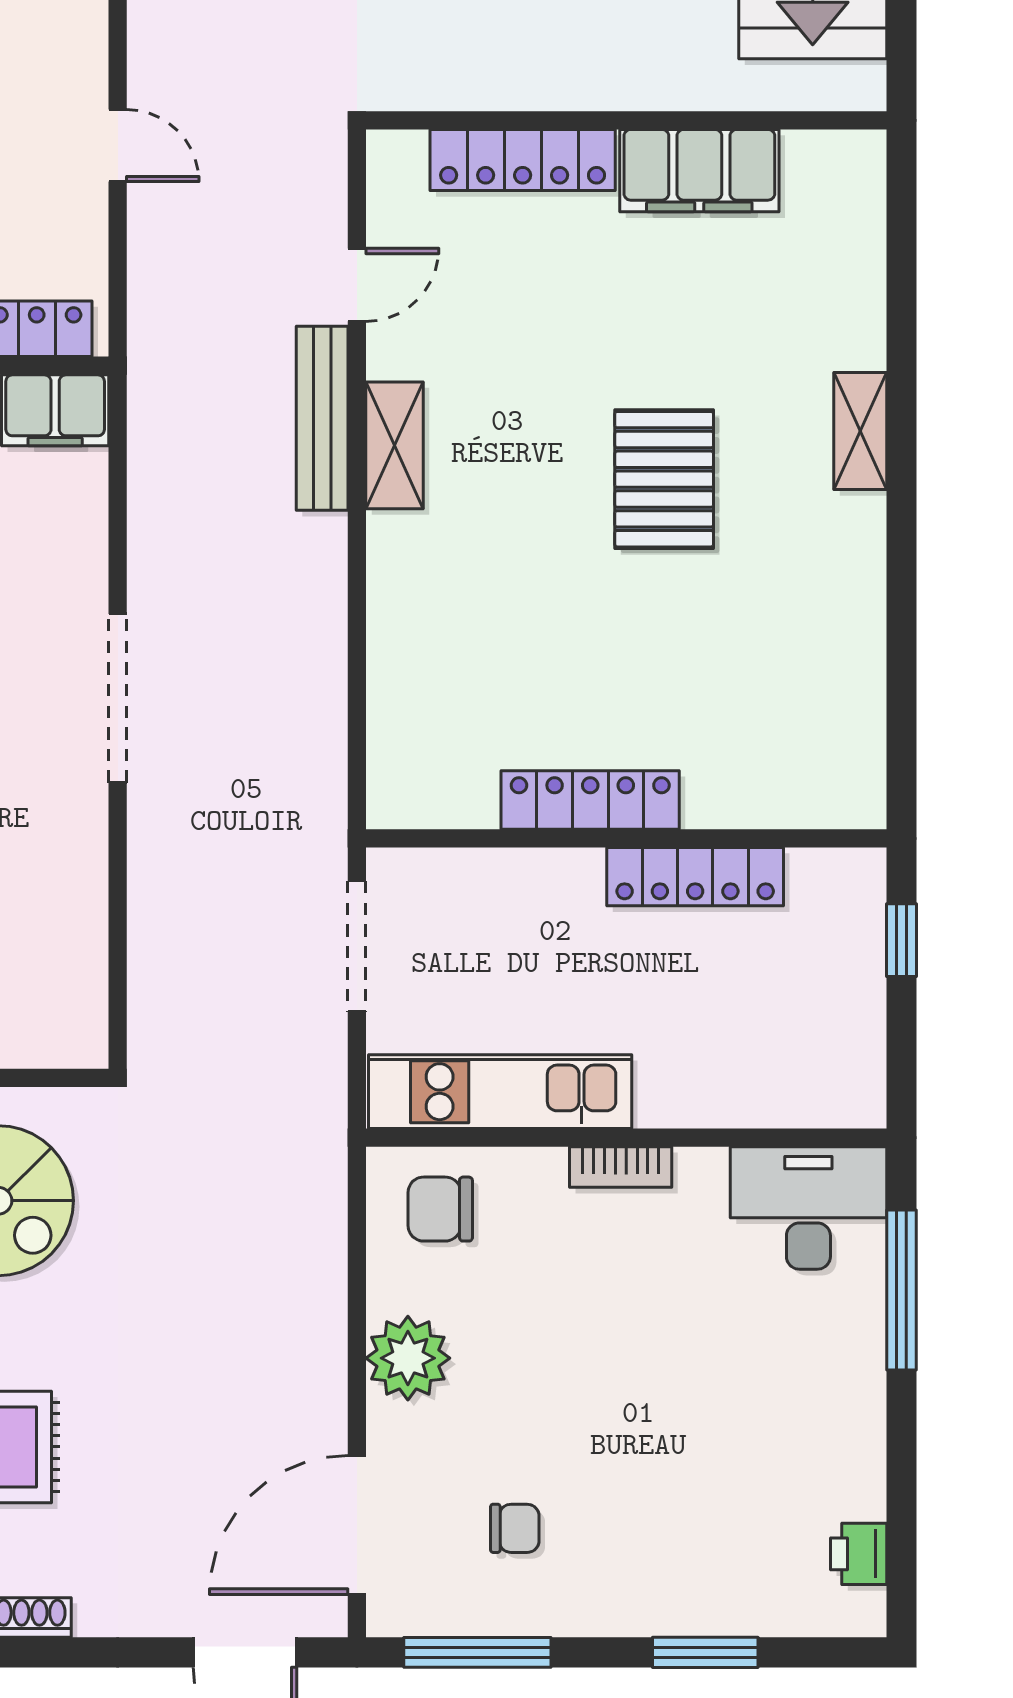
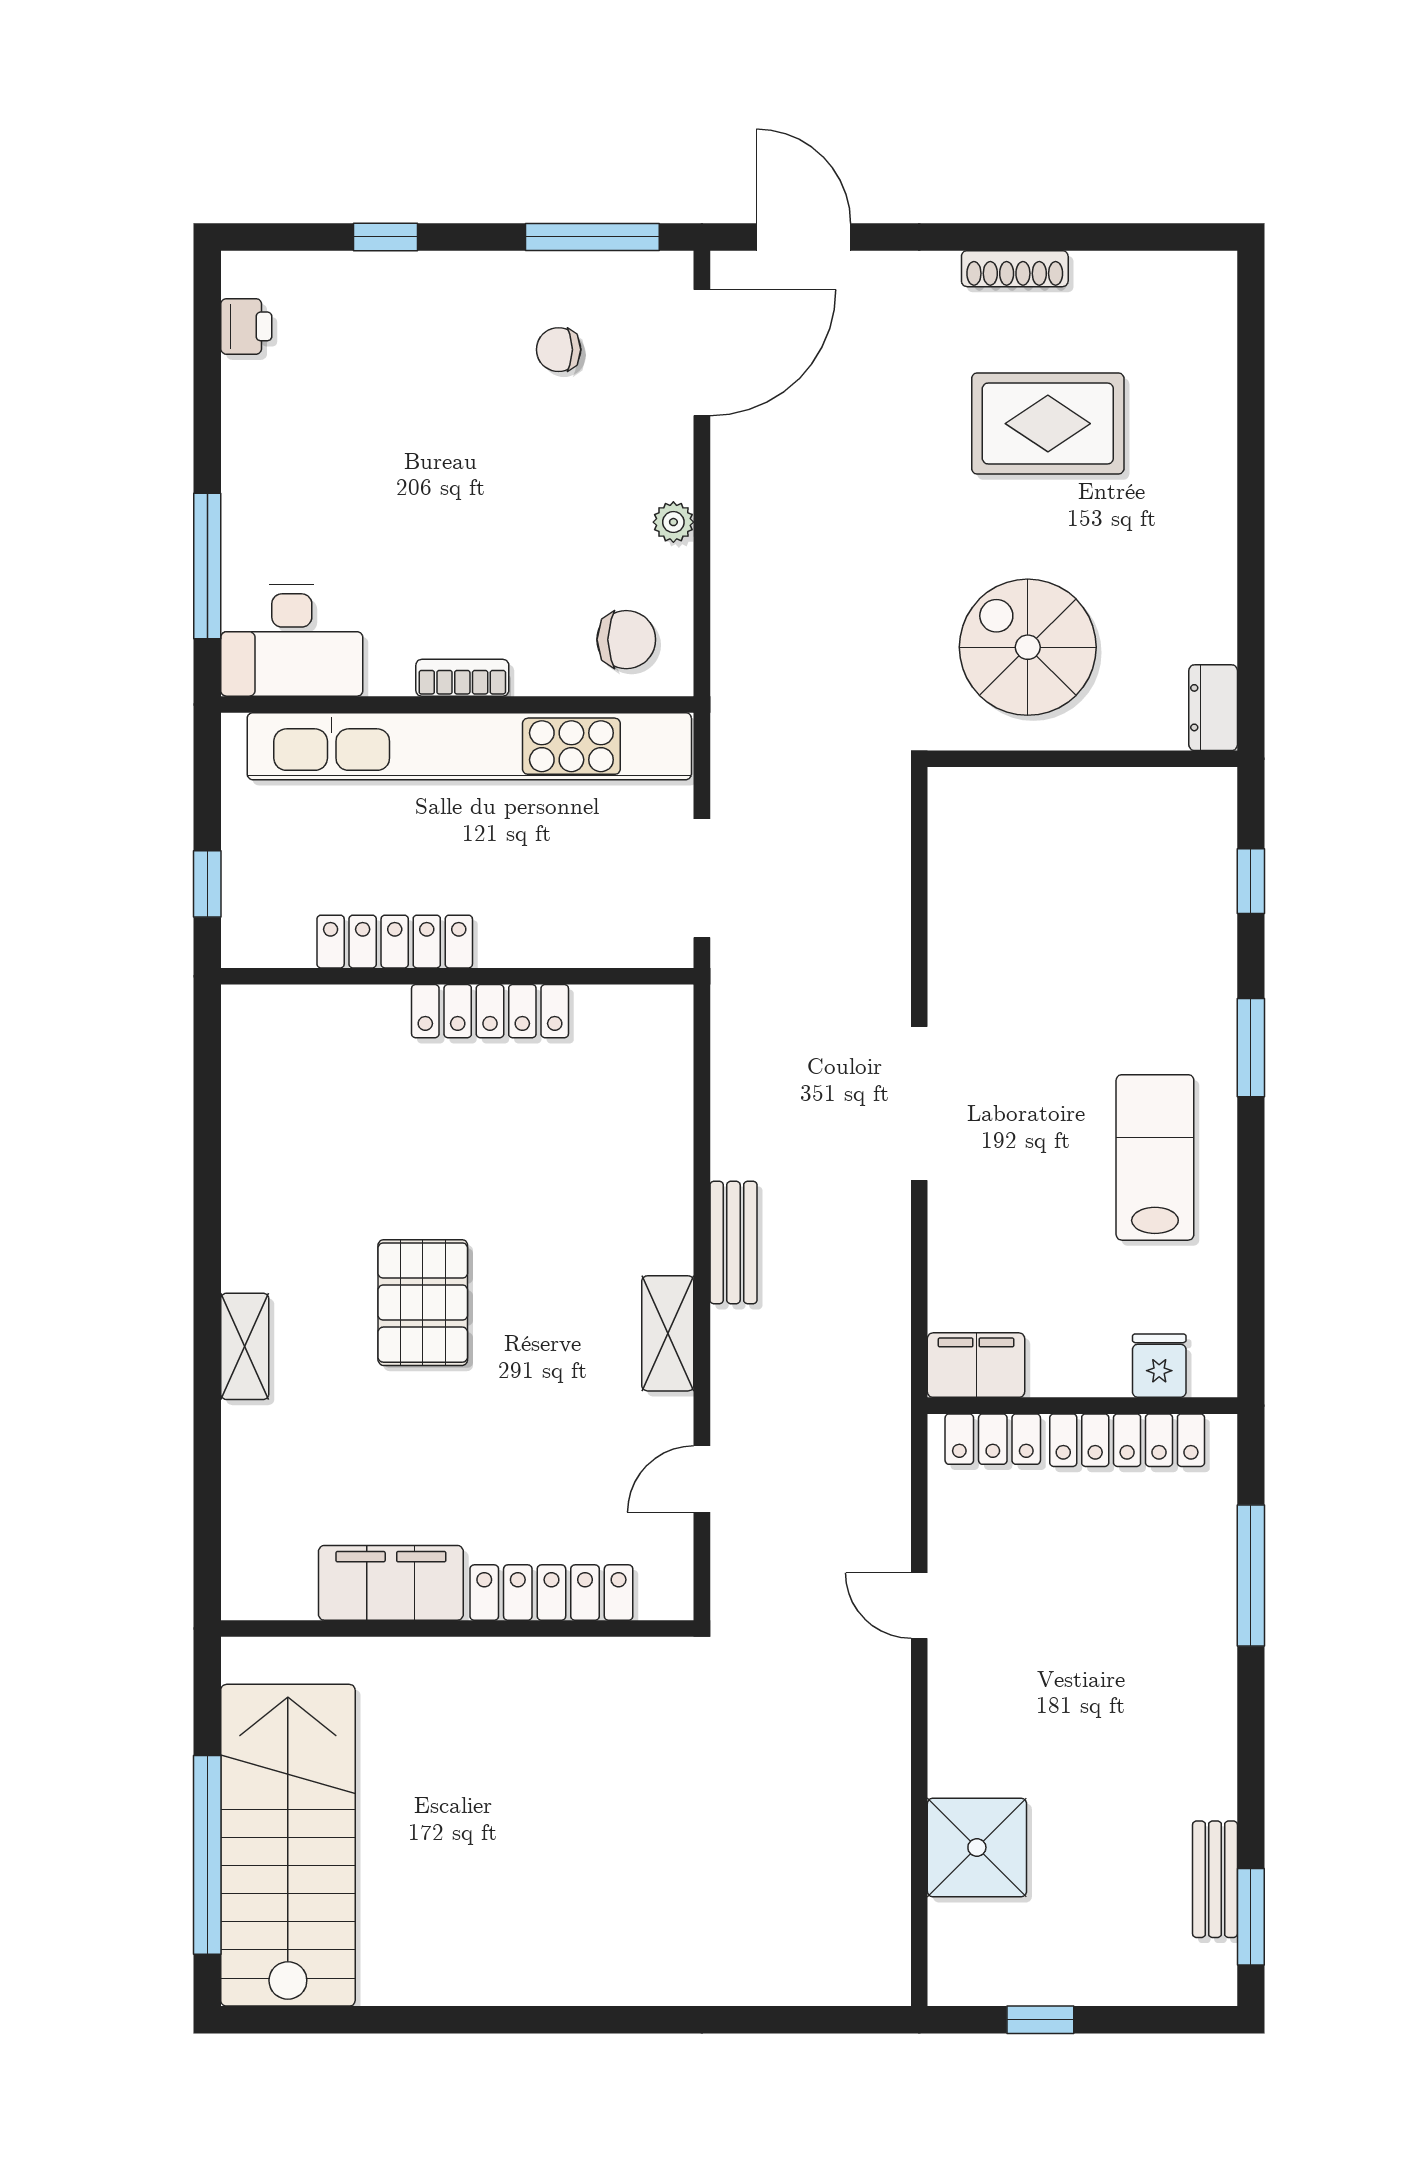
bench: (322, 418) -> (733, 1242), moved, width x0.73
kitchen unit: (500, 1092) -> (469, 746), width x1.86
plant: (408, 1358) -> (673, 522), width x0.53, depth x0.53
window: (705, 1652) -> (385, 237), width x0.67

